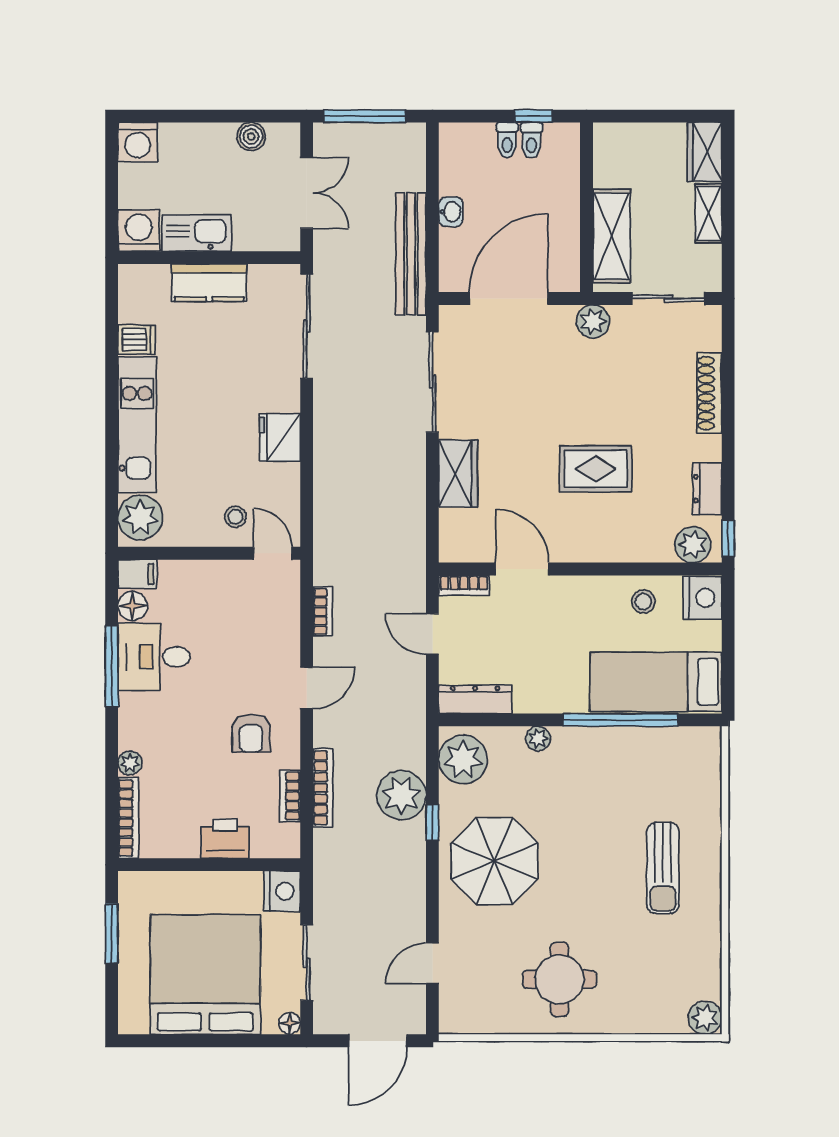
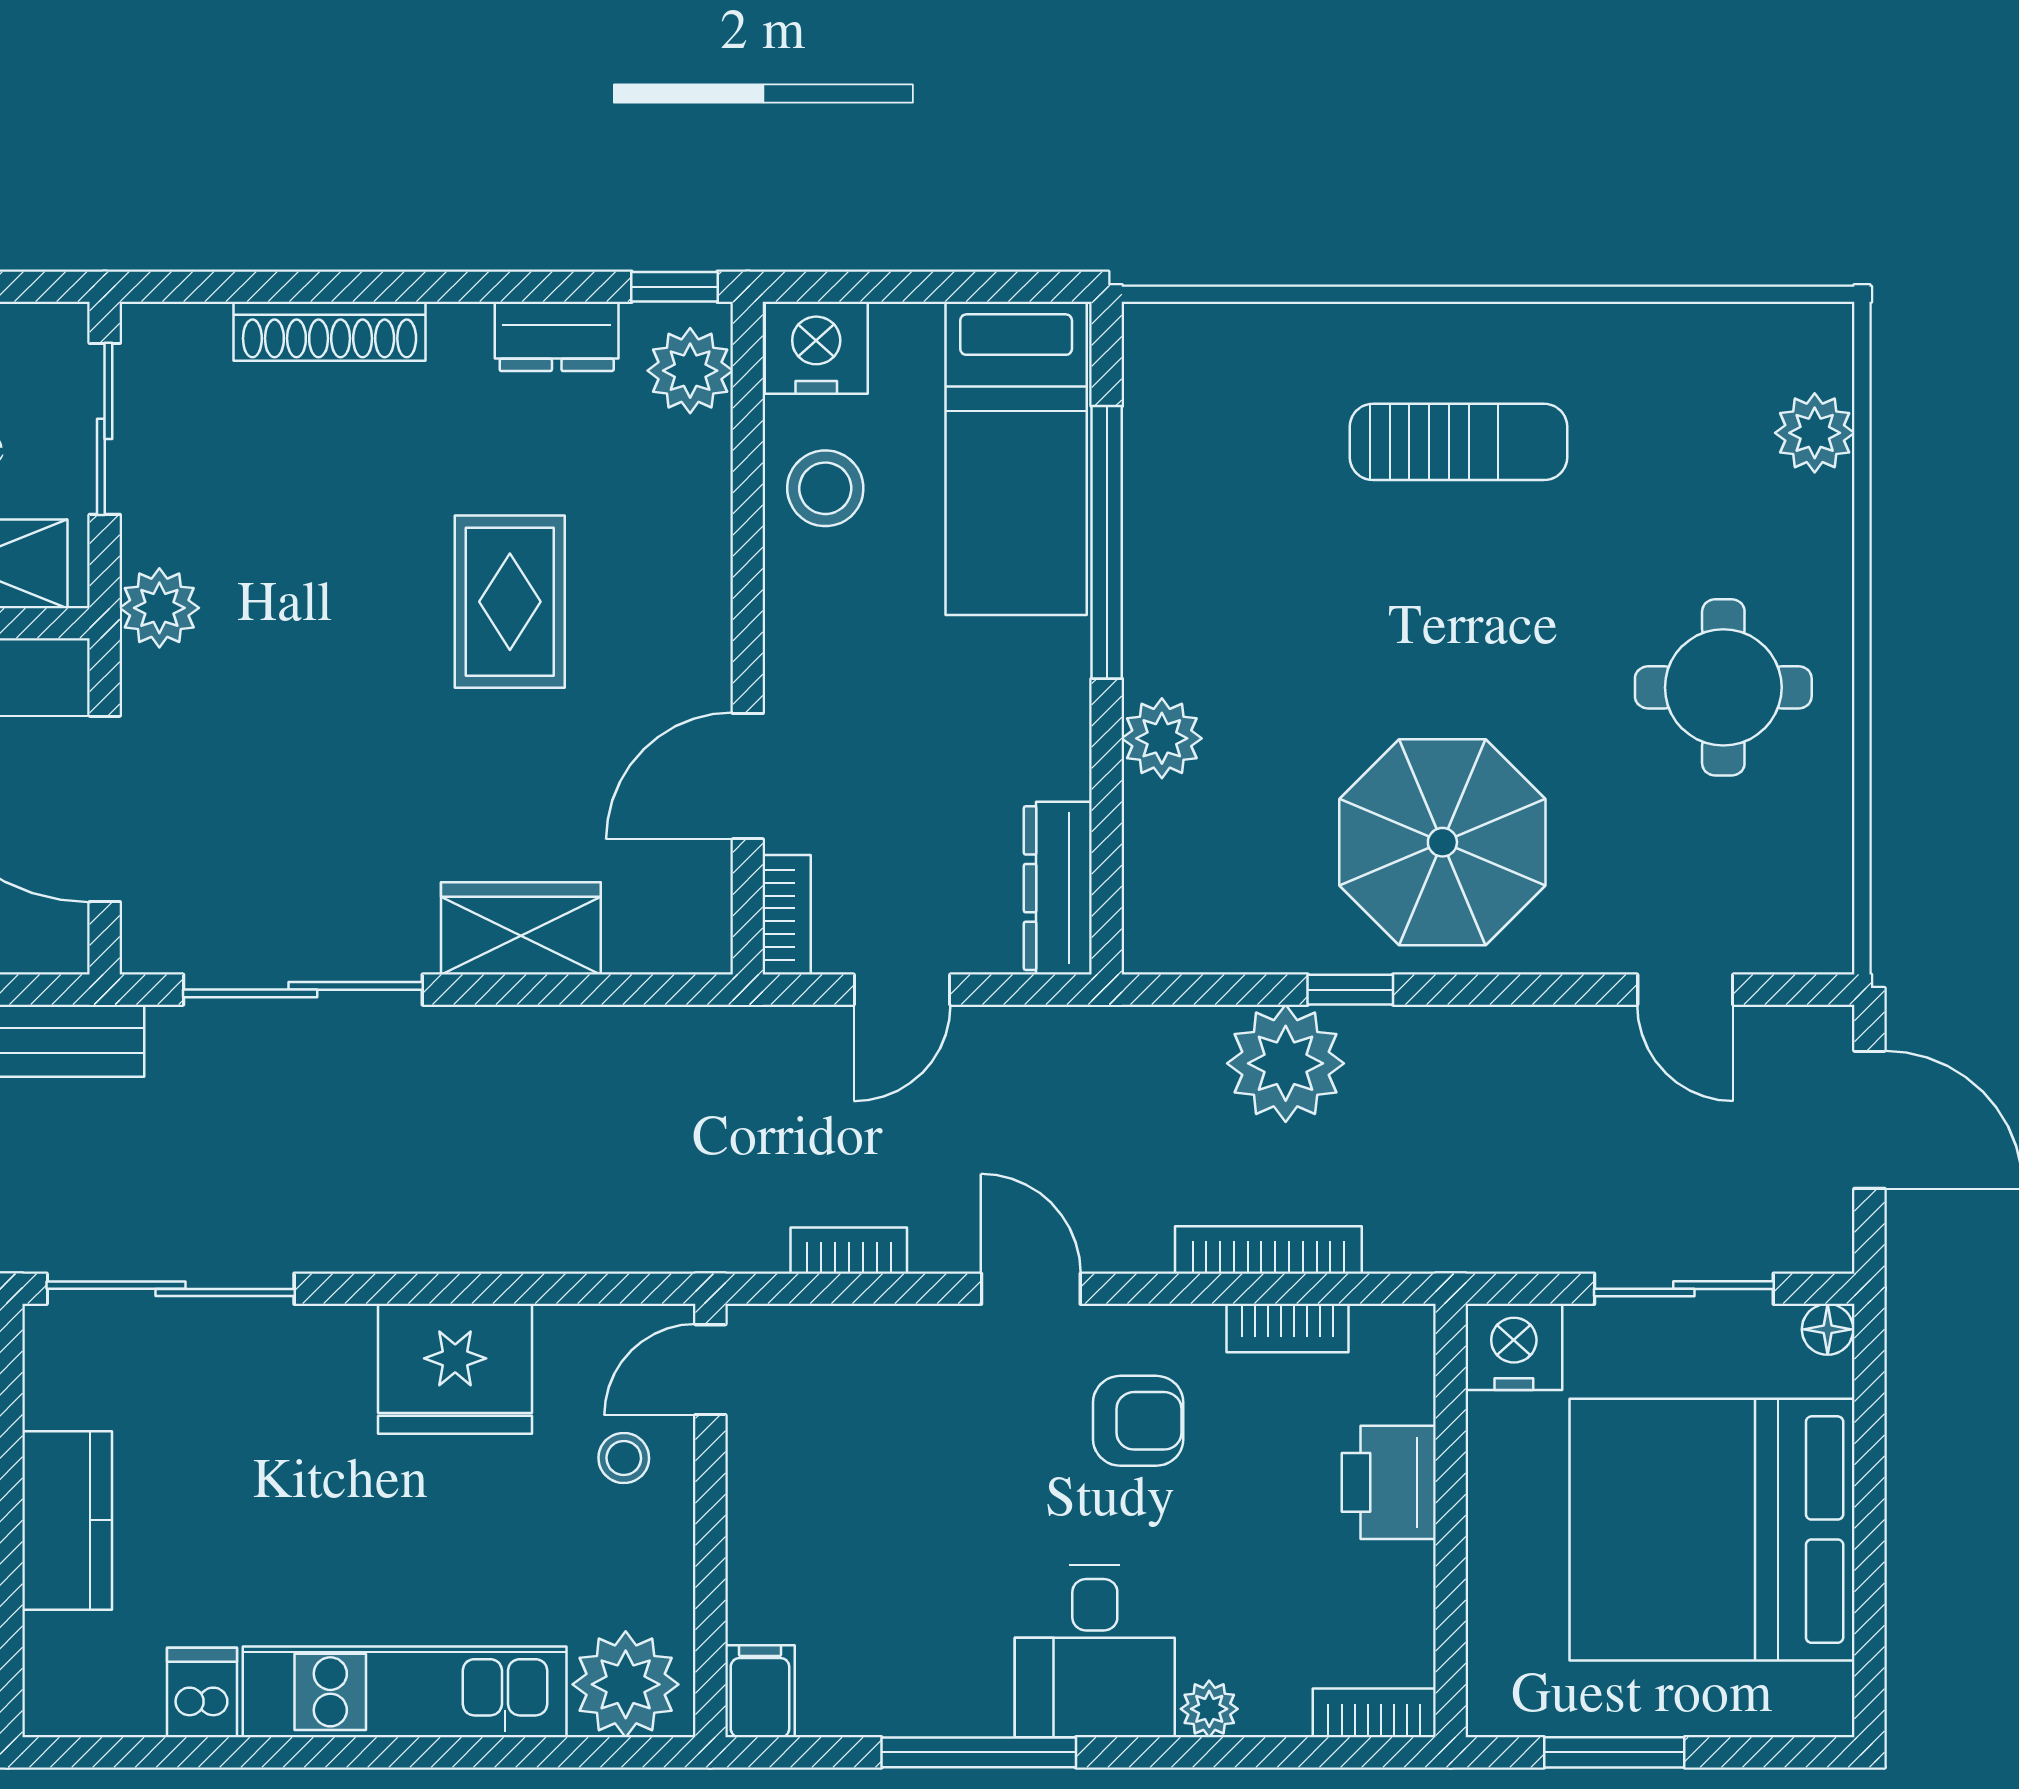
fridge: (280, 437) -> (455, 1369), width x1.36, depth x1.34
stool: (643, 602) -> (825, 488), width x1.37, depth x1.37
floor lamp: (133, 606) -> (836, 1702), removed
desk: (154, 657) -> (1095, 1651), moved
plant: (538, 739) -> (1162, 738), width x1.38, depth x1.38
plant: (463, 759) -> (1201, 917), removed
bookcase: (128, 818) -> (1374, 1713), width x0.64
plant: (705, 1018) -> (1815, 433), moved

